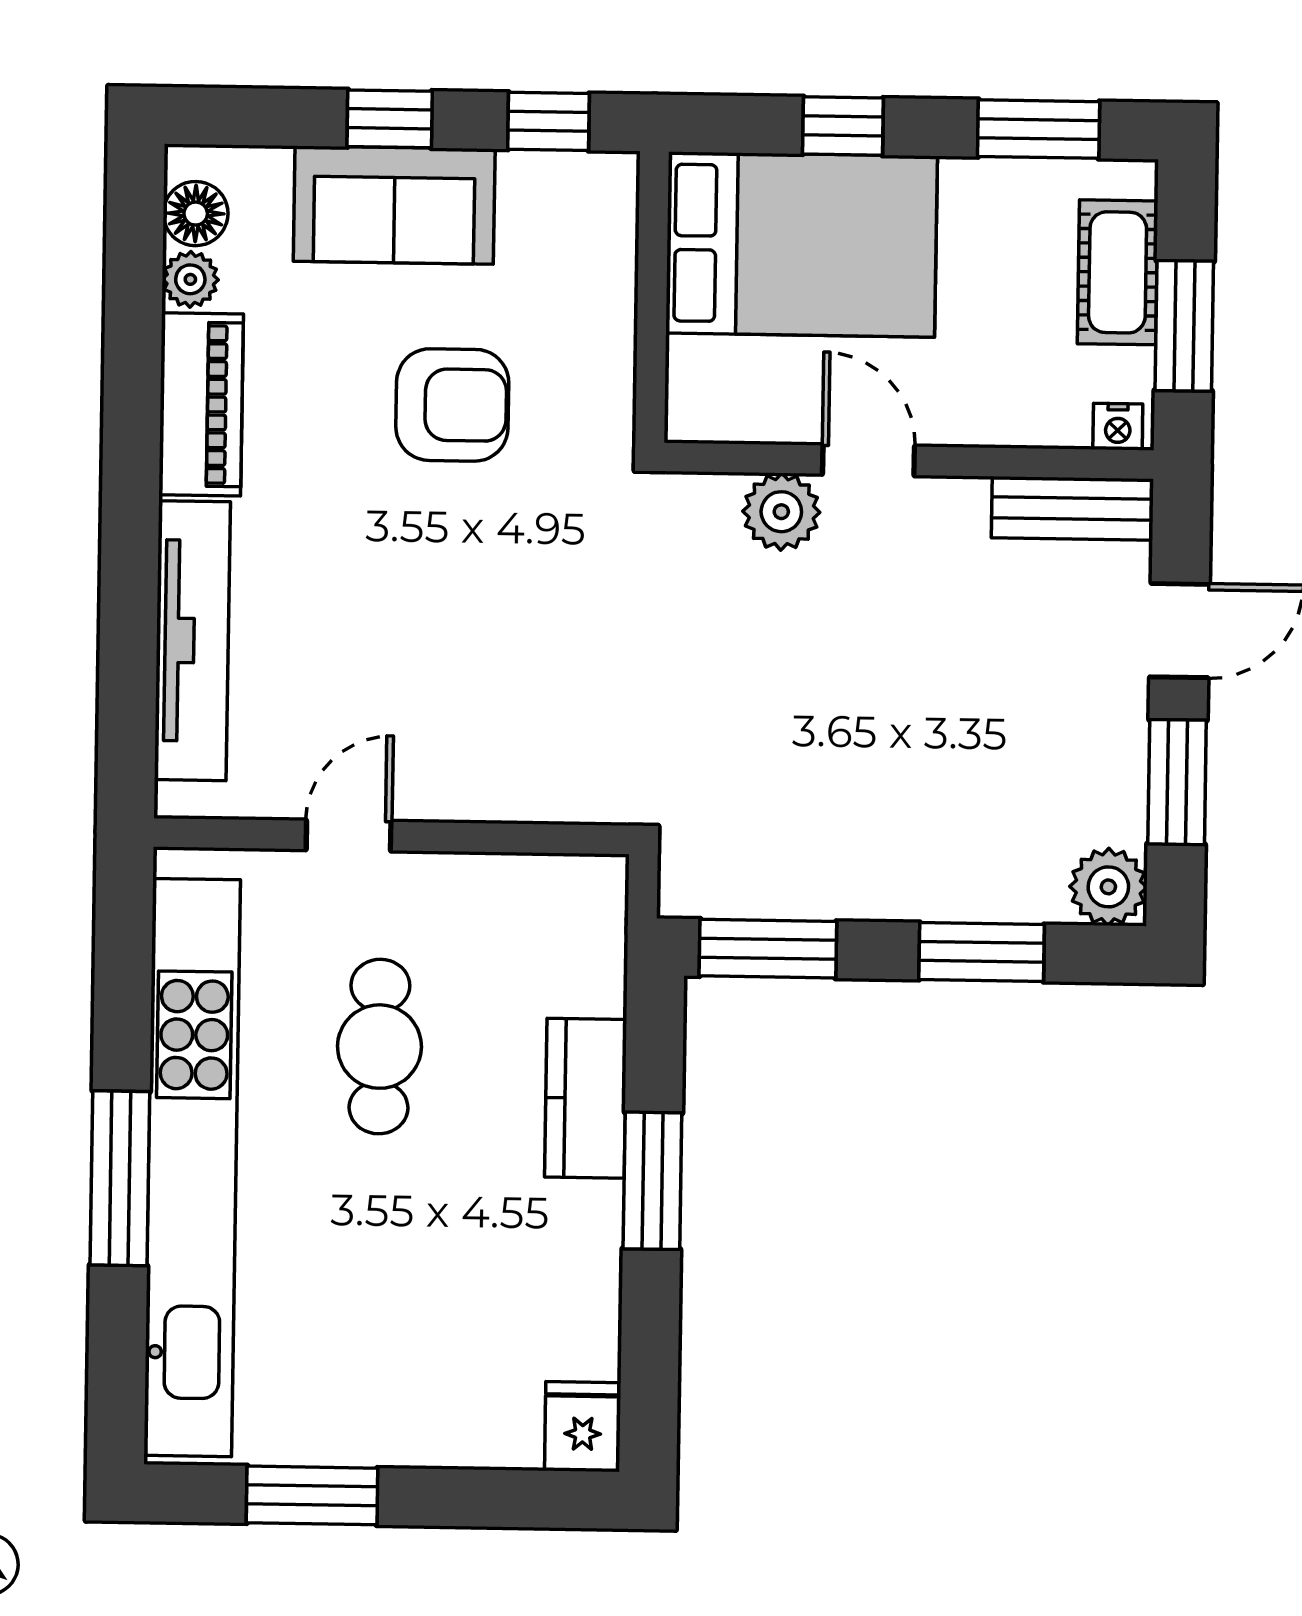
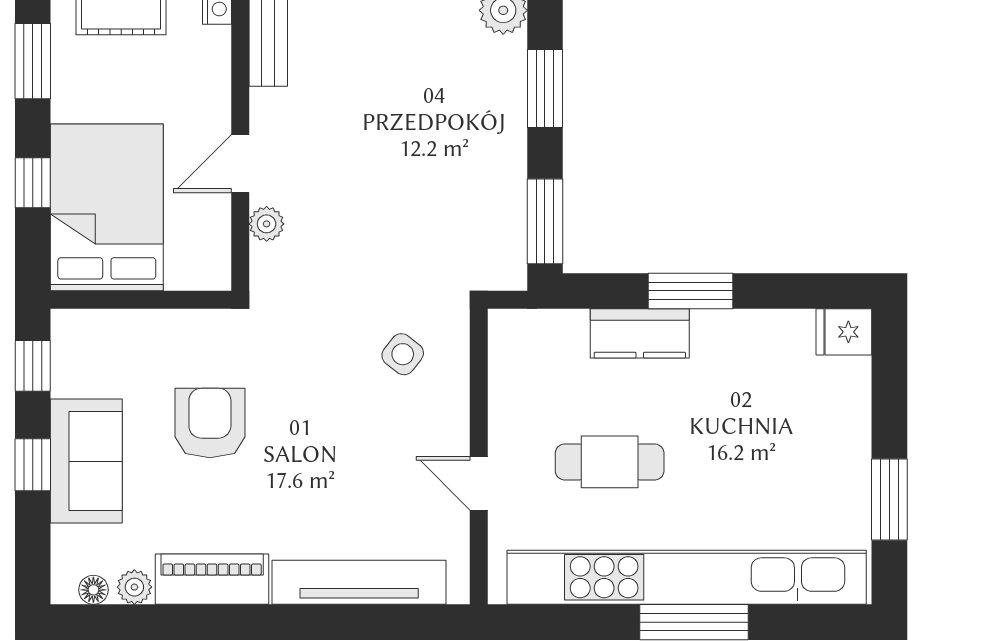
floor lamp: (196, 214) -> (93, 590), width x0.73, depth x0.73
plant: (781, 512) -> (267, 224), width x0.73, depth x0.73
side table: (558, 717) -> (403, 354), added

